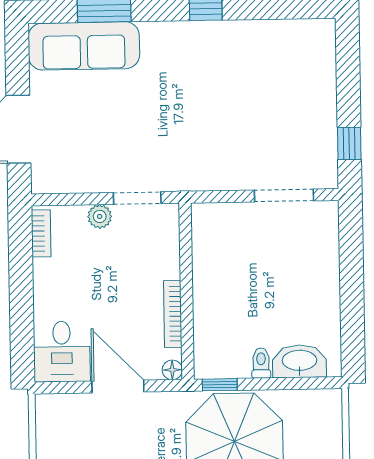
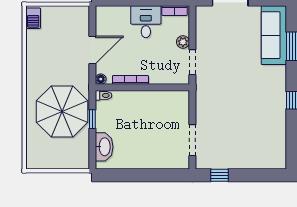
desk: (62, 352) -> (146, 22), moved, turned 90
toilet: (261, 363) -> (104, 95), moved
window: (220, 385) -> (92, 119), moved

